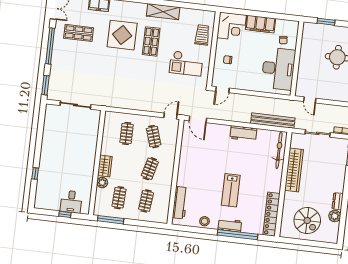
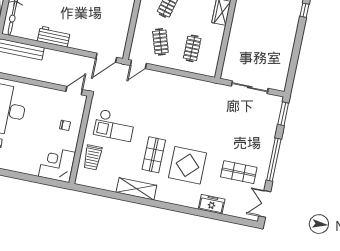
filing cabinet: (260, 24) -> (23, 164), removed
checkout: (186, 63) -> (114, 125), turned 180
door: (198, 119) -> (106, 58), swing flipped

